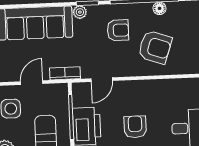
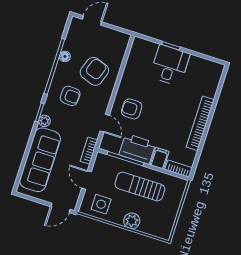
armchair: (118, 30) -> (70, 96), turned 93
armchair: (135, 127) -> (132, 109), moved

